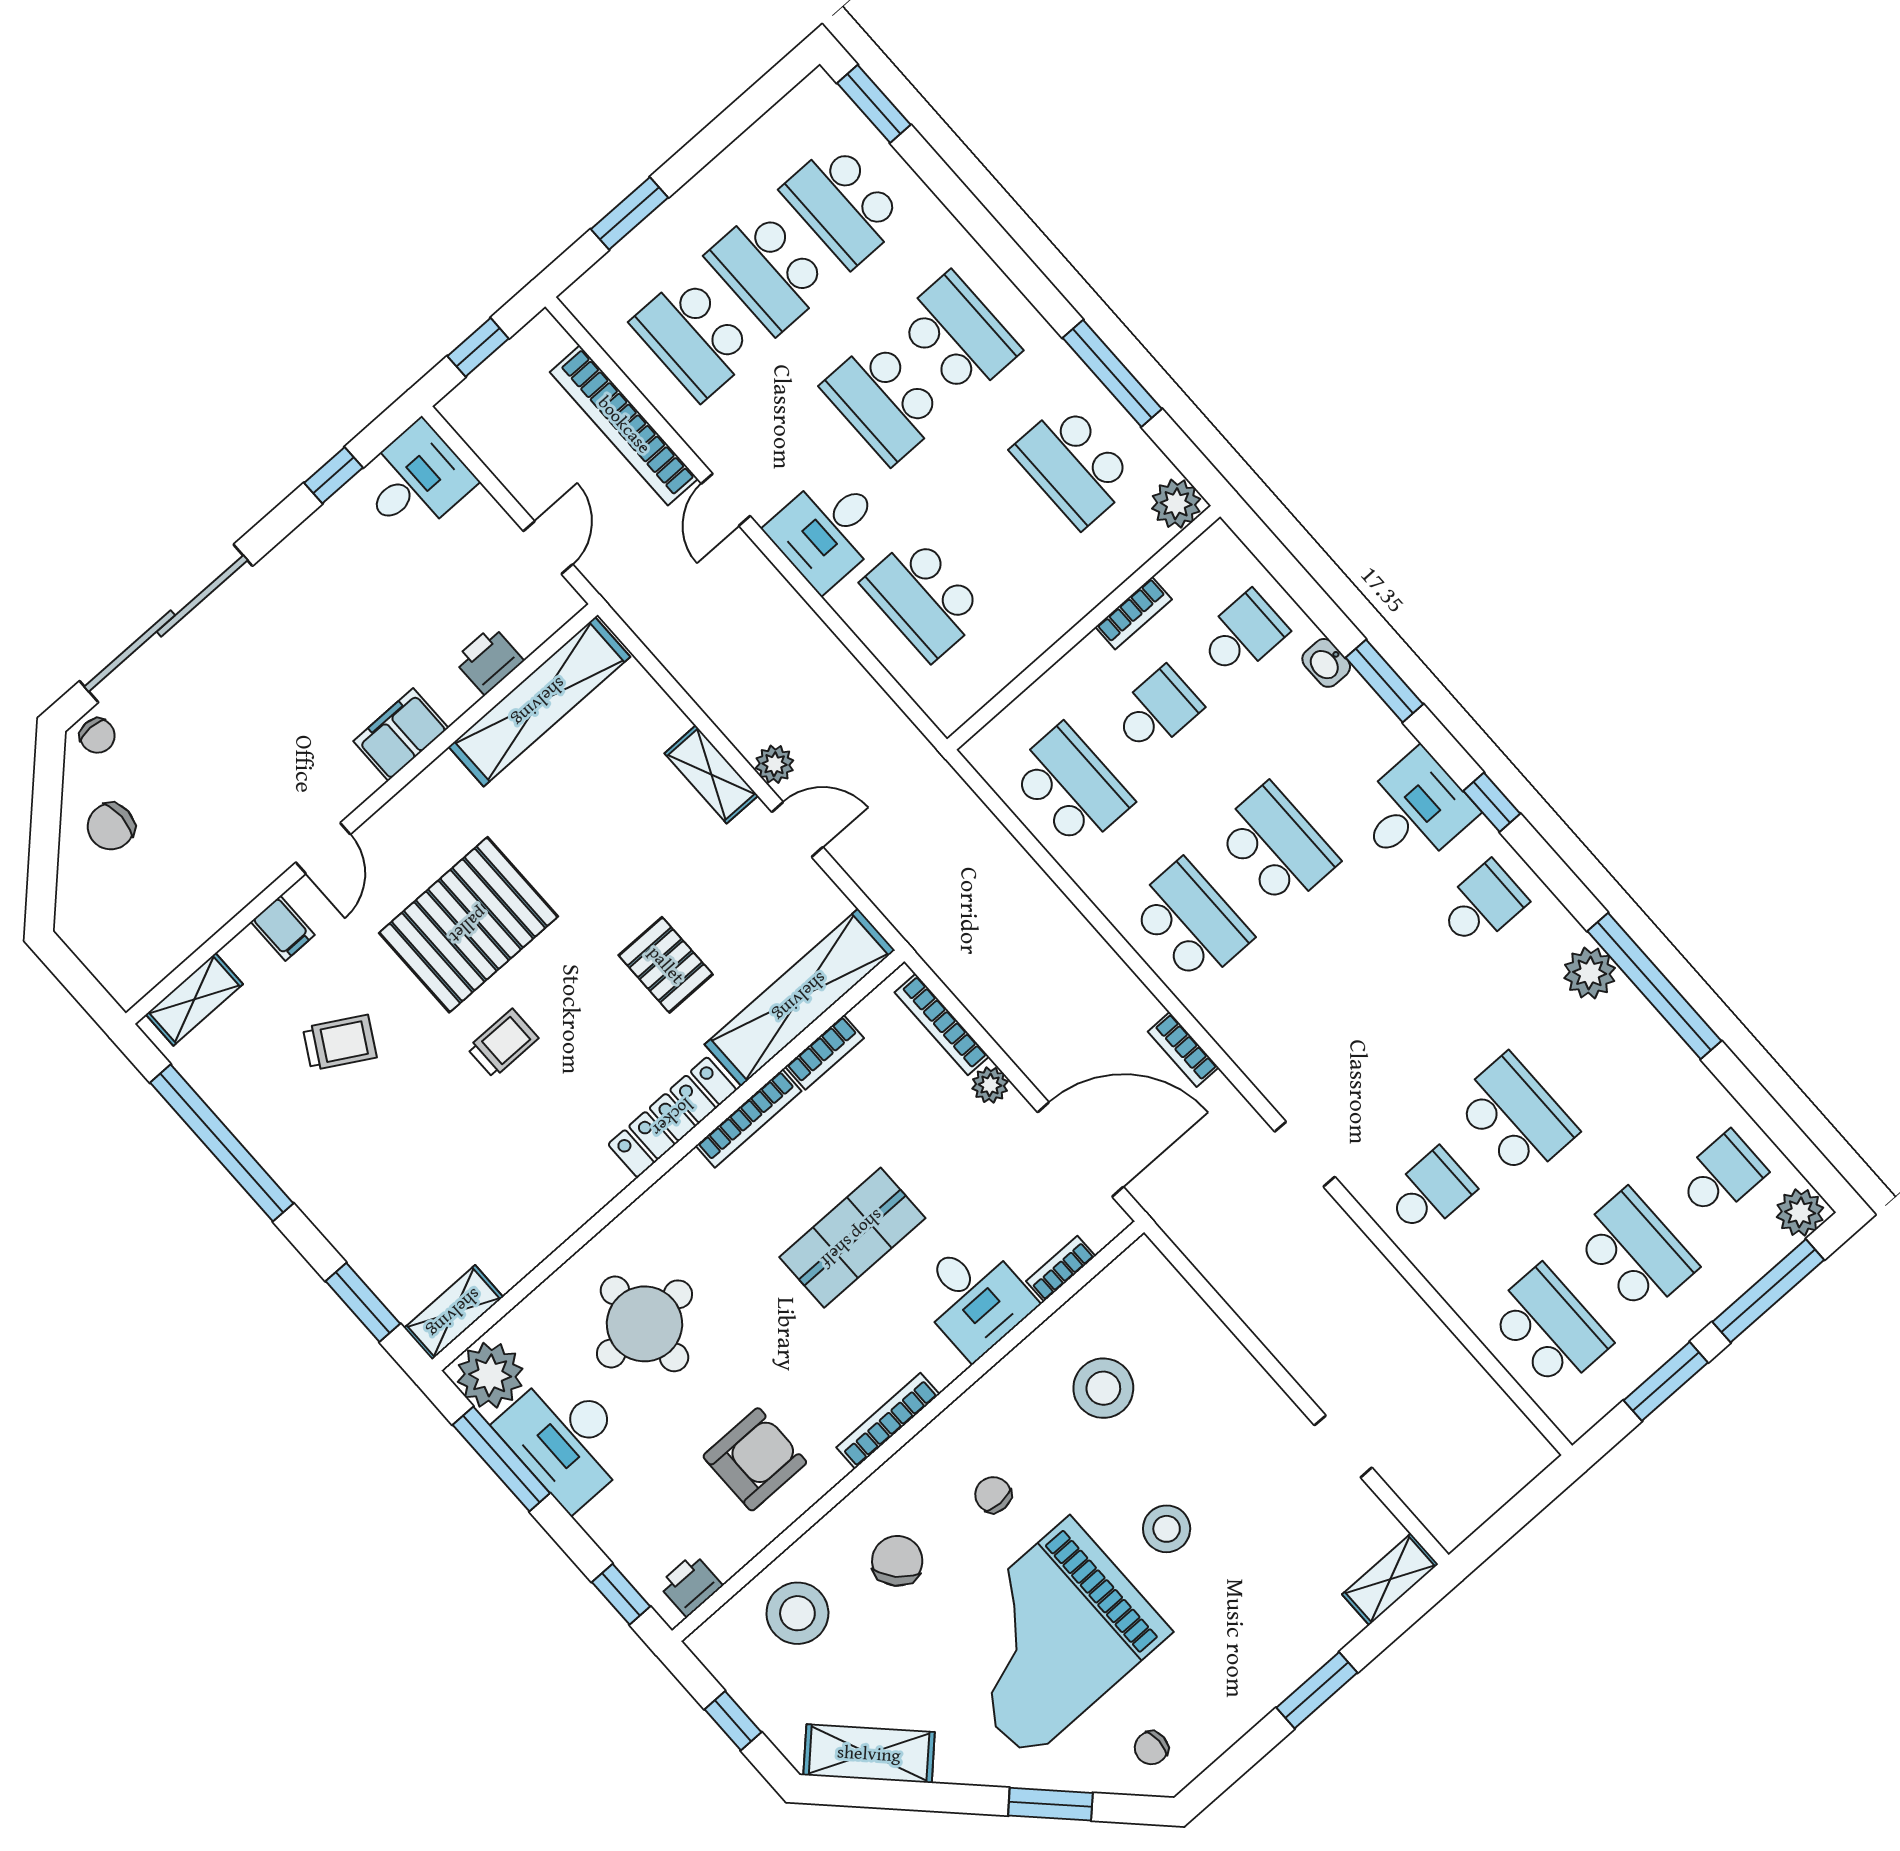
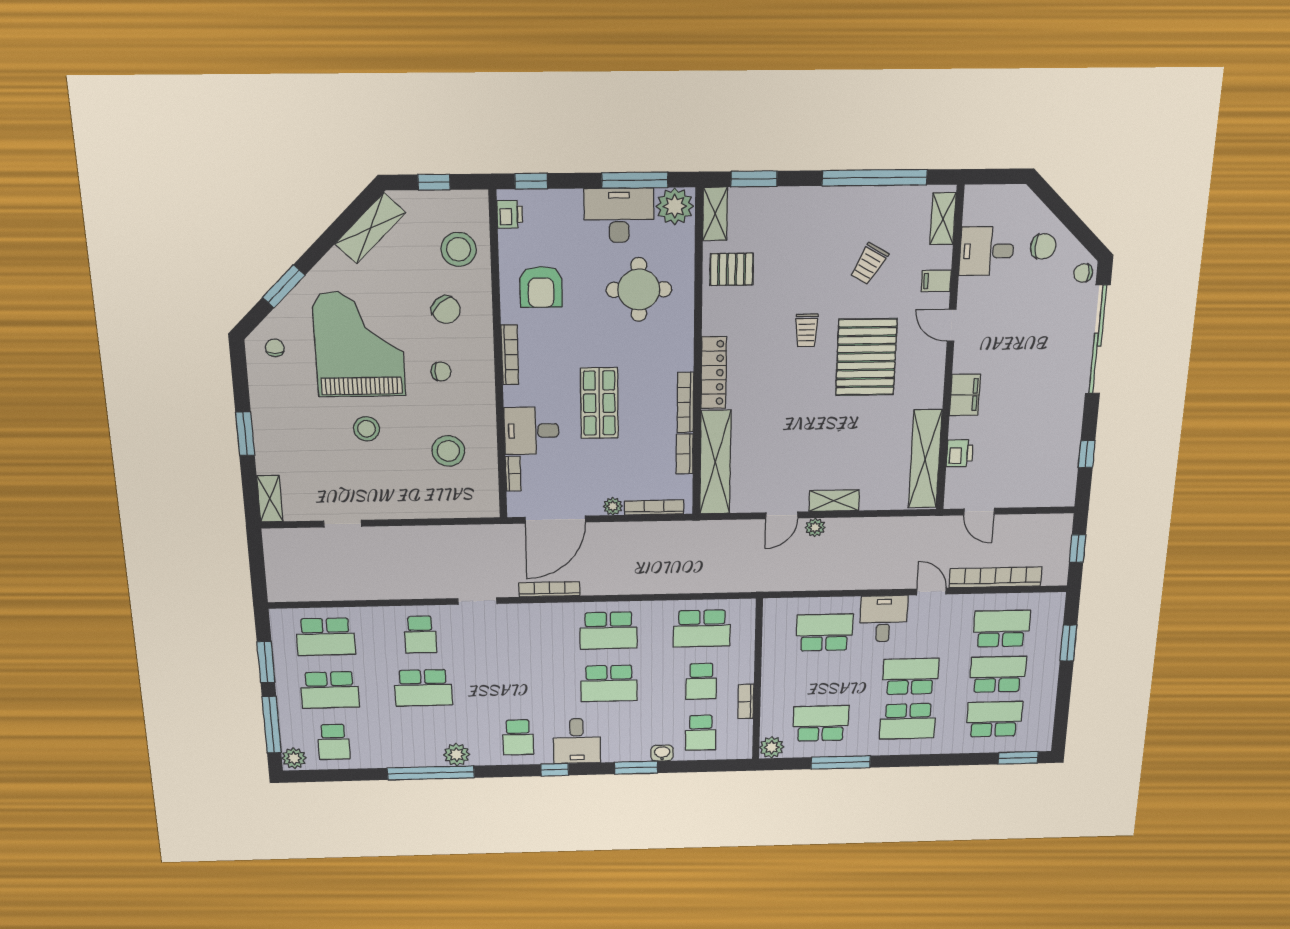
desk: (415, 480) -> (987, 251), moved, turned 90
chair: (111, 826) -> (1043, 246), turned 90
pallet: (666, 965) -> (732, 269), moved
bookcase: (1183, 1050) -> (550, 589), width x1.56

